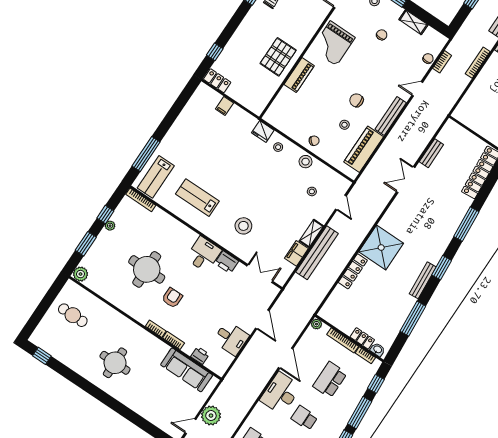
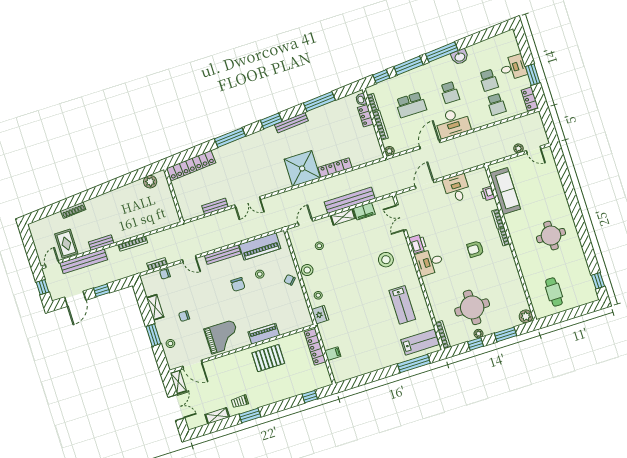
locker: (217, 81) -> (315, 347), moved, width x1.53
round table: (147, 269) -> (472, 307), moved
plant: (211, 416) -> (518, 148), width x0.53, depth x0.53

